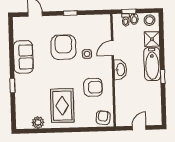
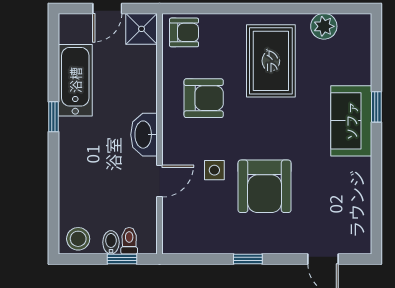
shower: (152, 39) -> (142, 29), moved
sofa: (23, 57) -> (351, 121), moved
bathtub: (152, 64) -> (75, 80), moved
armchair: (93, 87) -> (204, 98), turned 180
armchair: (103, 118) -> (184, 32), turned -97

